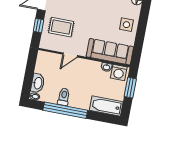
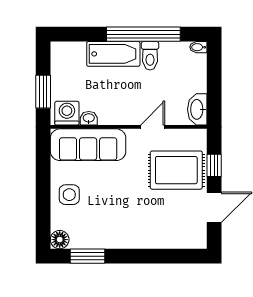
rug: (61, 27) -> (176, 170), width x1.36, depth x1.43
washbasin: (38, 83) -> (197, 109), moved
bathtub: (106, 106) -> (113, 54), moved

